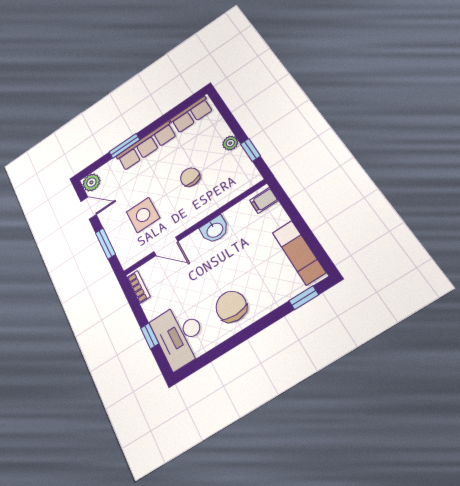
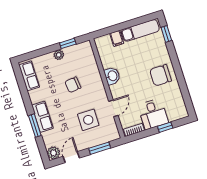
row of seats: (146, 146) -> (42, 117), width x0.68
filing cabinet: (264, 200) -> (117, 38), moved
desk: (180, 335) -> (153, 114), moved, width x0.73

